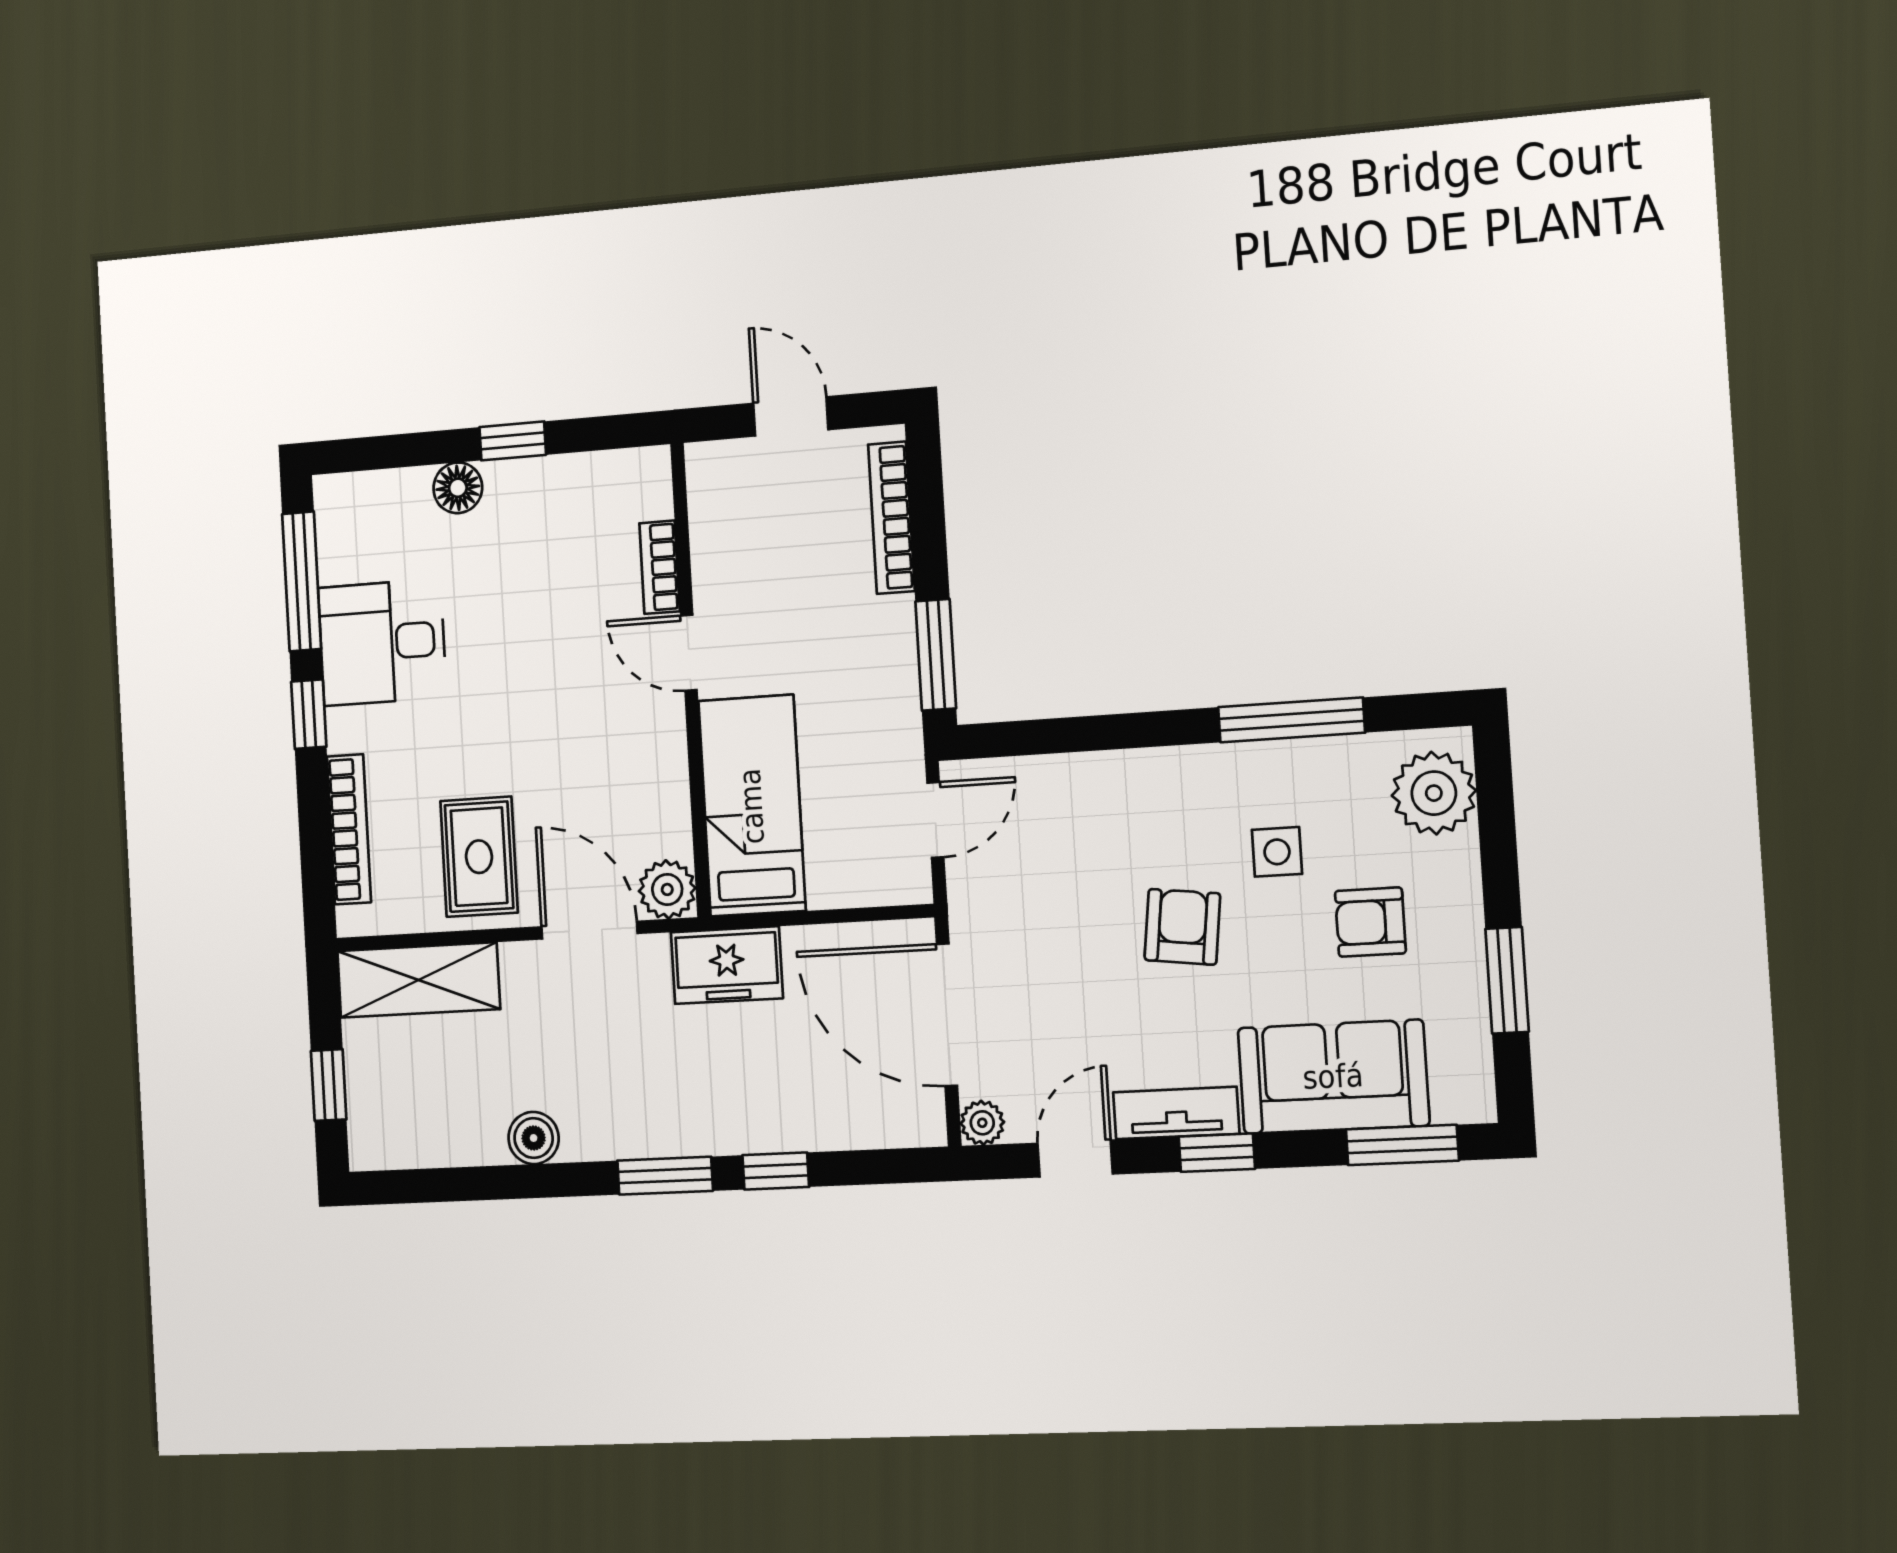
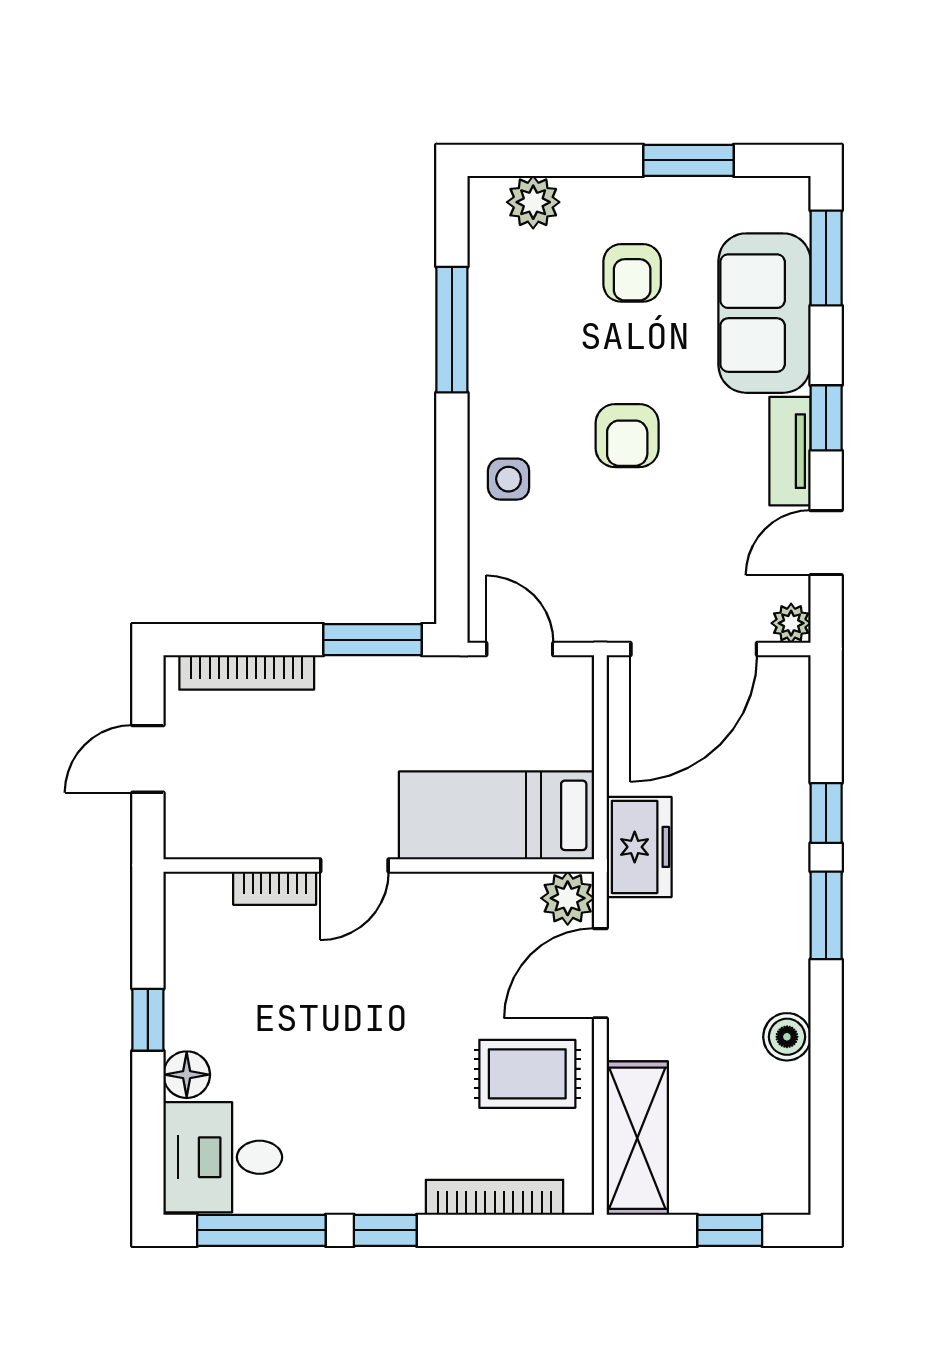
desk: (382, 642) -> (223, 1157), moved, turned 90
plant: (1434, 793) -> (533, 202), width x0.73, depth x0.73
side table: (1277, 852) -> (509, 479), moved
armchair: (1182, 927) -> (627, 436), turned -97
door: (1075, 1159) -> (826, 543), hinge flipped

